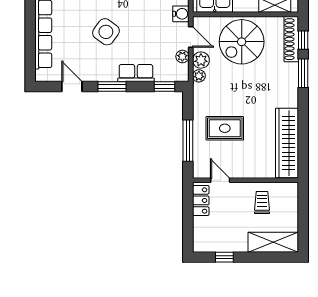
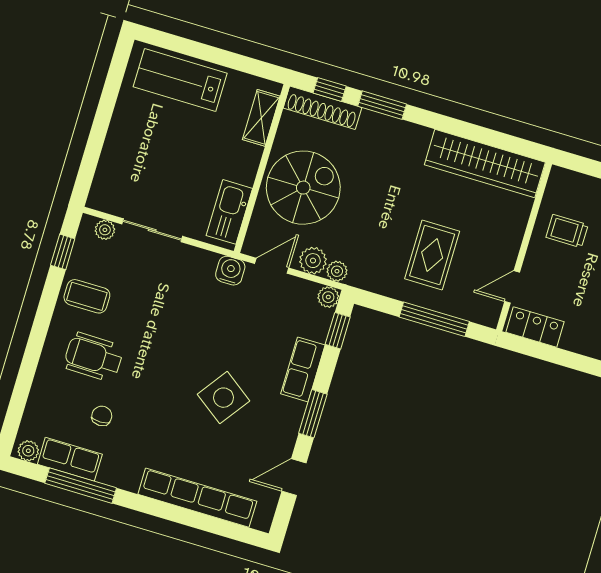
spiral stairs: (242, 42) -> (303, 188), turned -90
plant: (182, 56) -> (328, 297), moved

